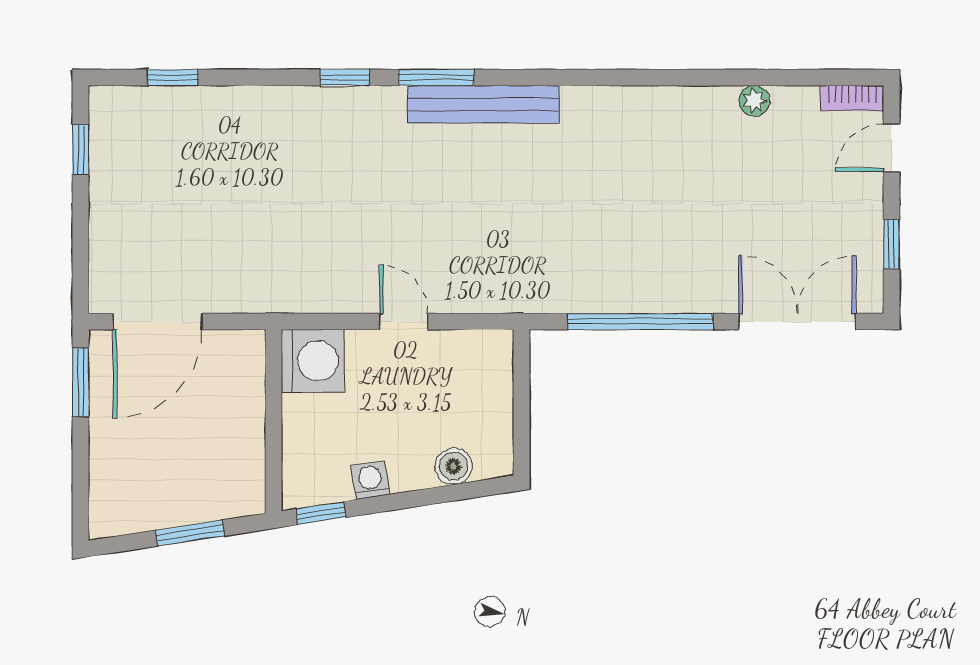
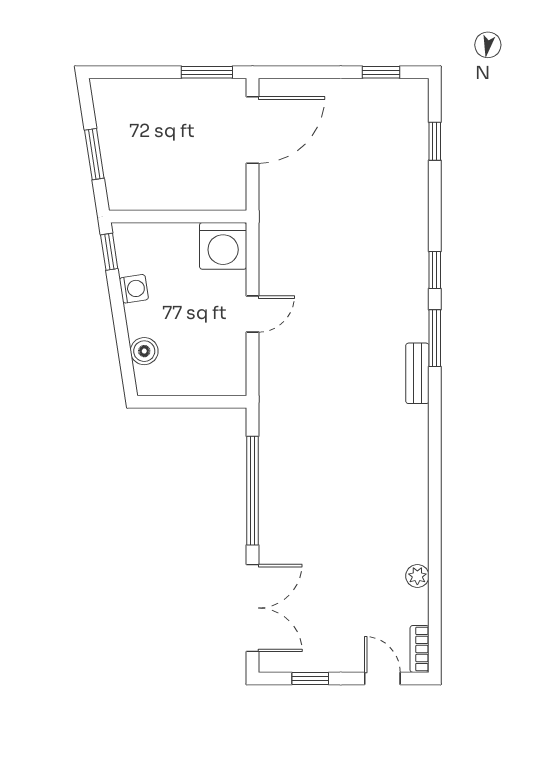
bench: (483, 104) -> (417, 373), width x0.54, depth x0.82
door: (158, 322) -> (252, 130), swing flipped

